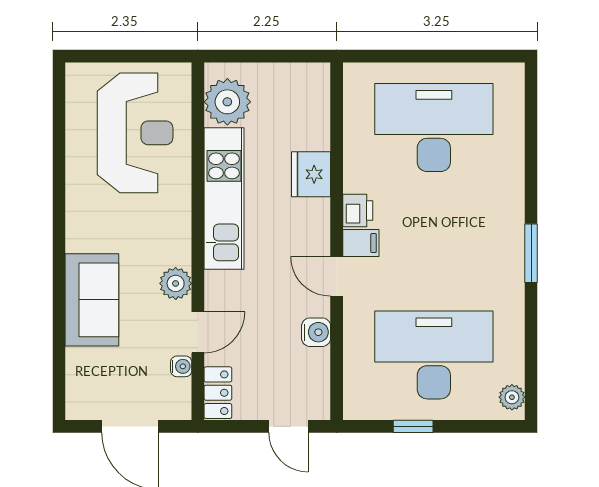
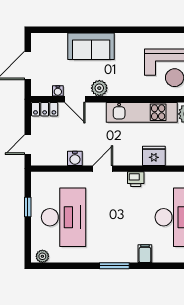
filing cabinet: (361, 243) -> (145, 254), moved, turned 180

